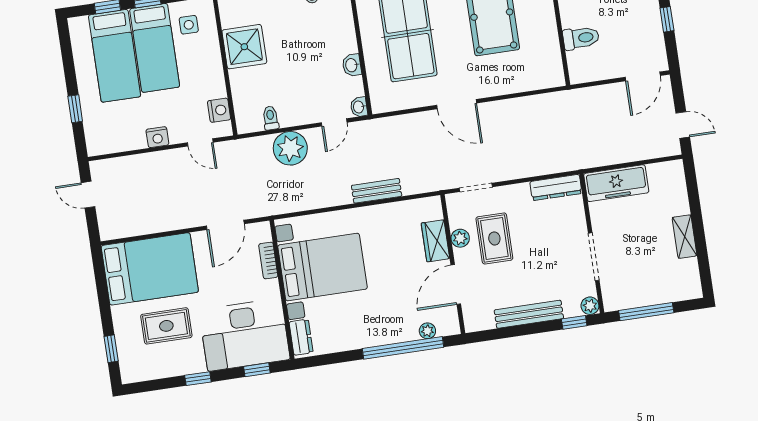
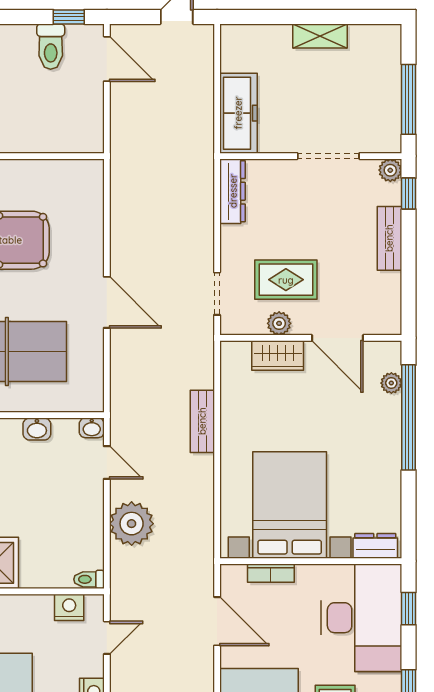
window: (667, 19) -> (69, 17), moved
toilet: (581, 38) -> (51, 47), moved, turned 180
door: (457, 104) -> (107, 302), hinge flipped
toilet: (271, 118) -> (89, 579), moved
bench: (529, 314) -> (389, 238), width x0.73

